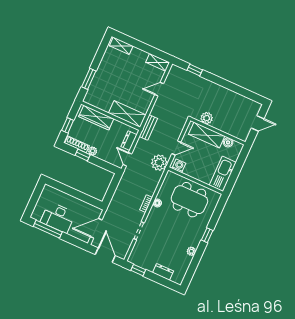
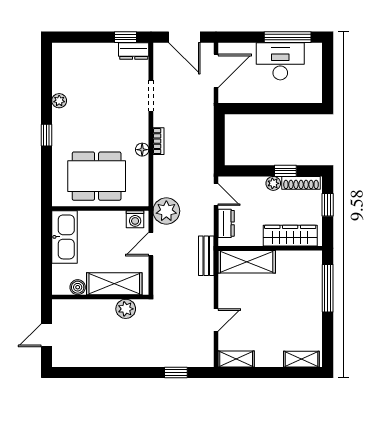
window: (89, 79) -> (328, 288), width x1.44
dresser: (163, 272) -> (134, 51), moved

